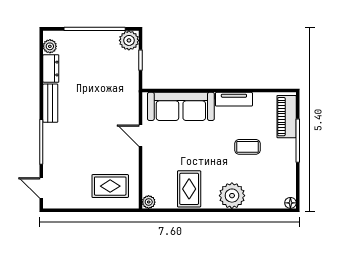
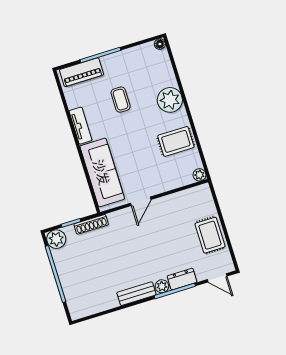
plant: (50, 46) -> (162, 286), moved
dresser: (51, 69) -> (182, 279), moved
shoe rack: (133, 79) -> (91, 224), added
rug: (110, 186) -> (210, 235), moved
door: (41, 188) -> (217, 278), hinge flipped

